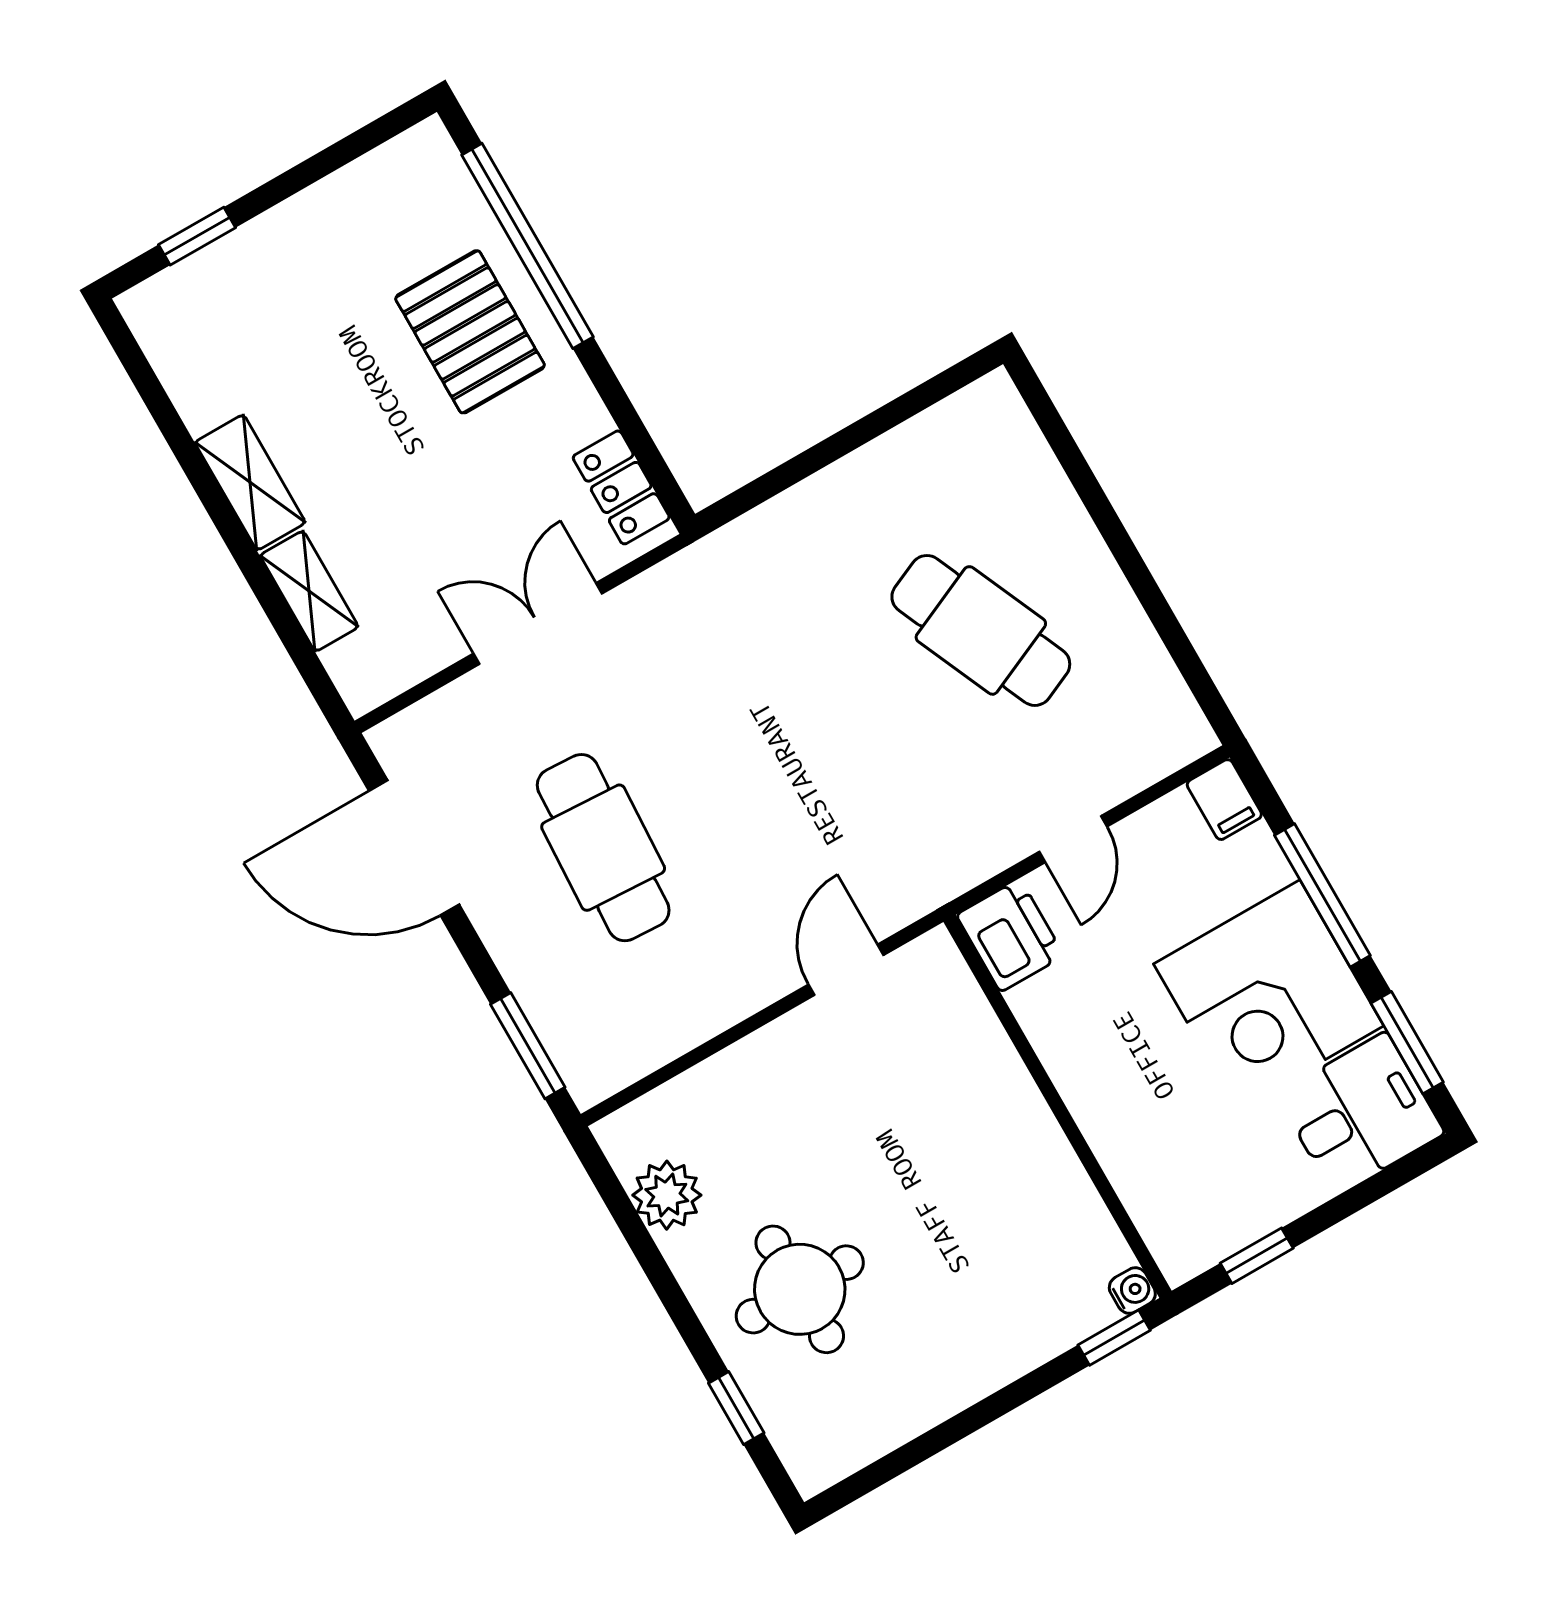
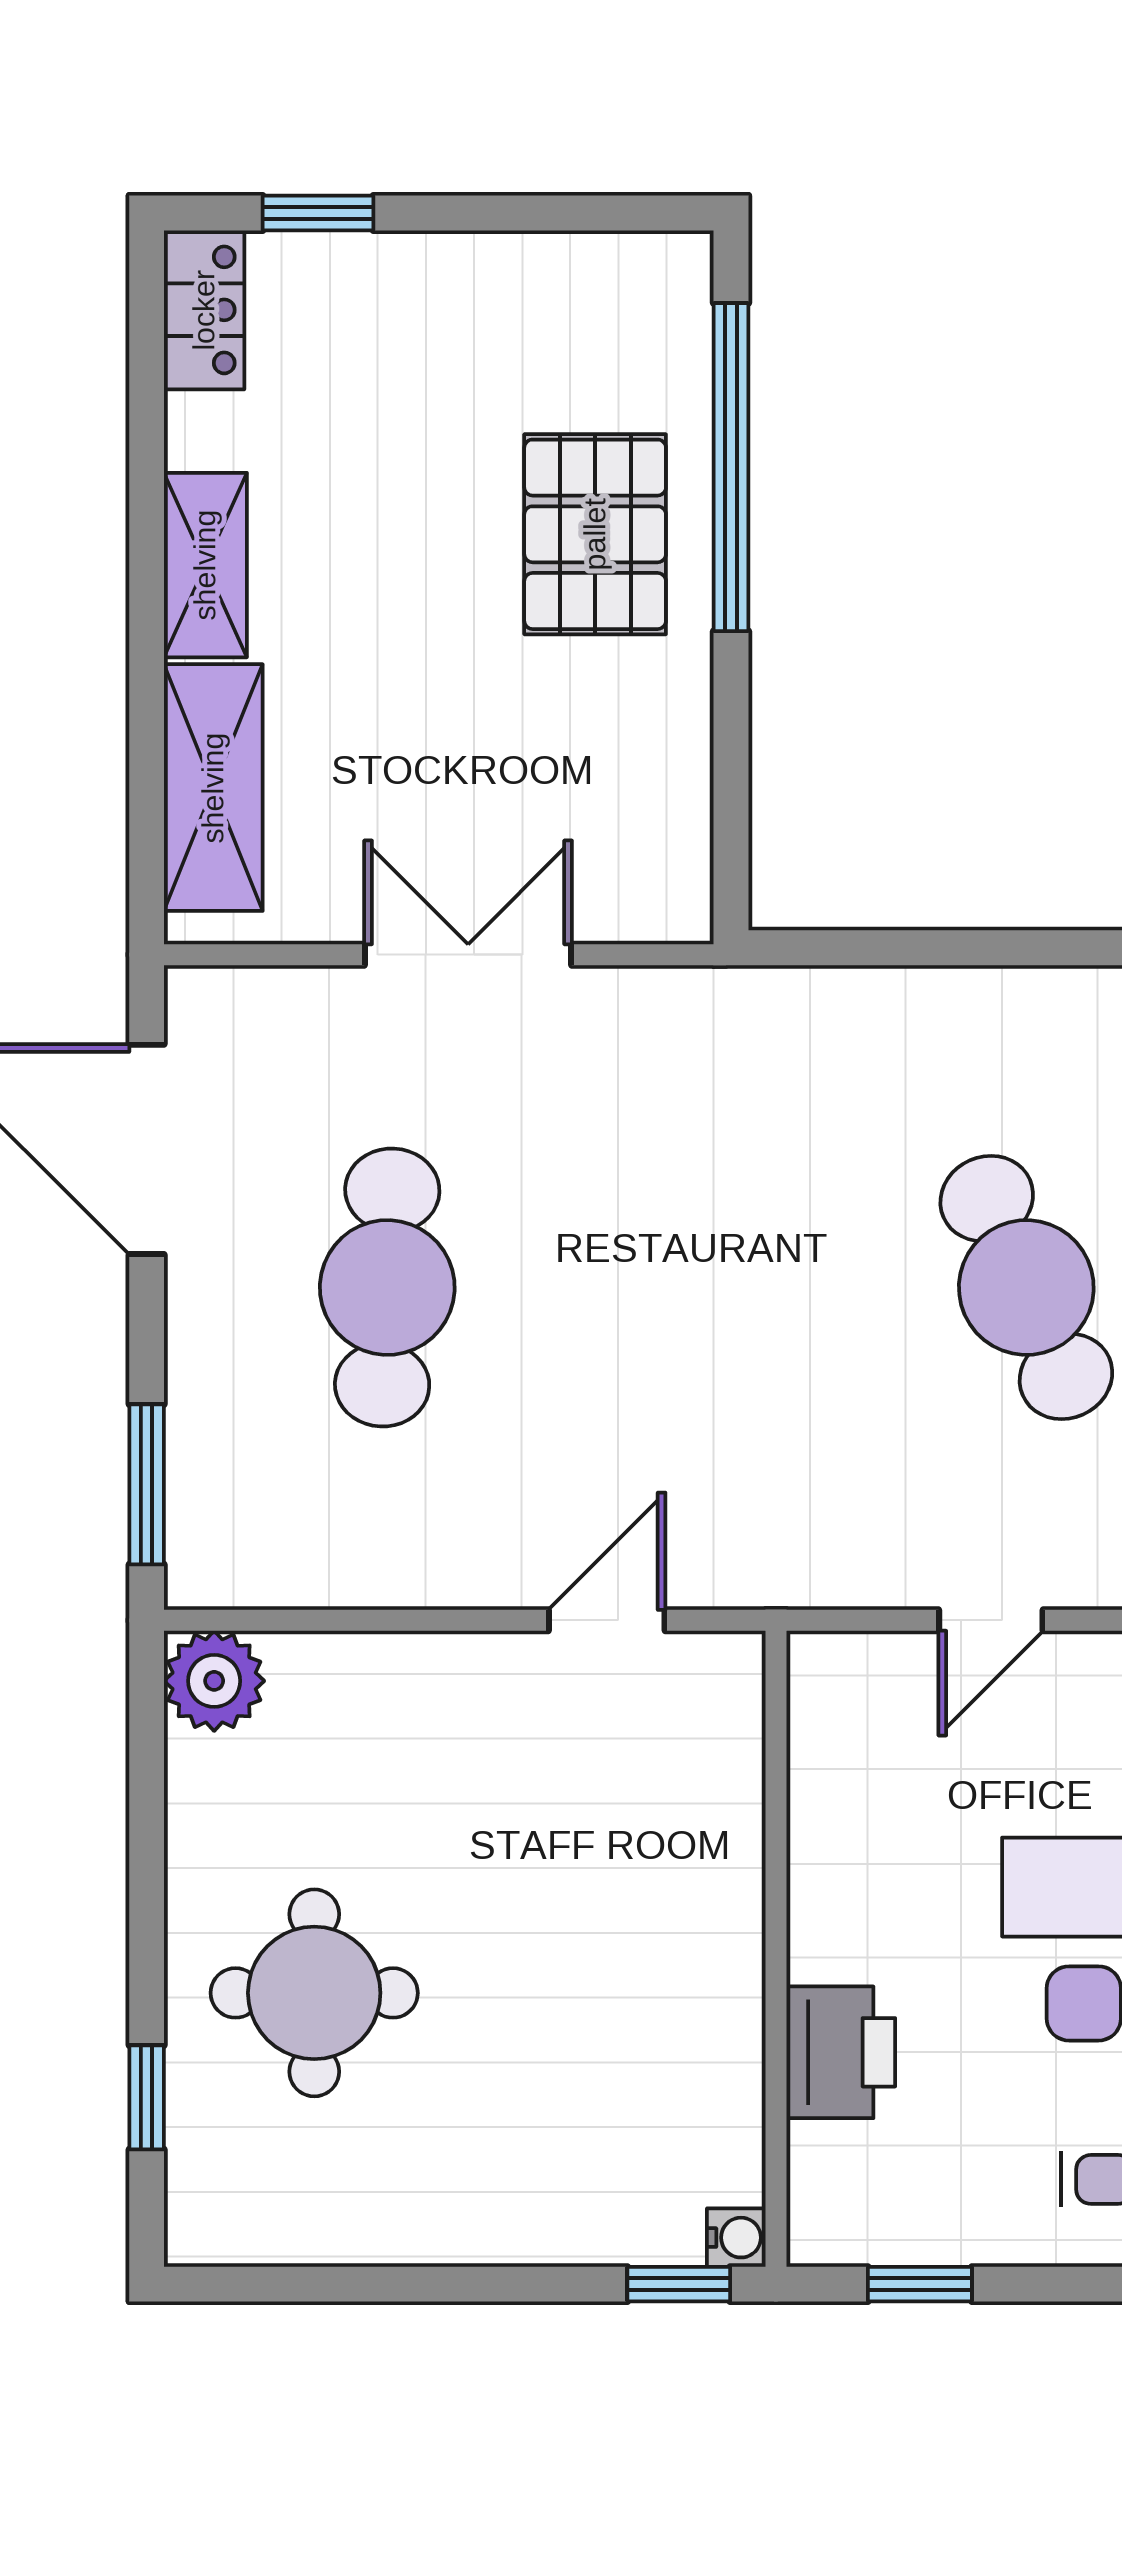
locker: (621, 487) -> (204, 310), moved, turned 180
shelving: (309, 591) -> (213, 788), width x1.50, depth x1.33
printer: (1010, 935) -> (841, 2052), moved
plant: (667, 1195) -> (214, 1681), moved

